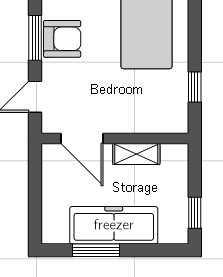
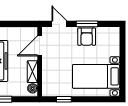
boiler: (172, 154) -> (33, 88), added

